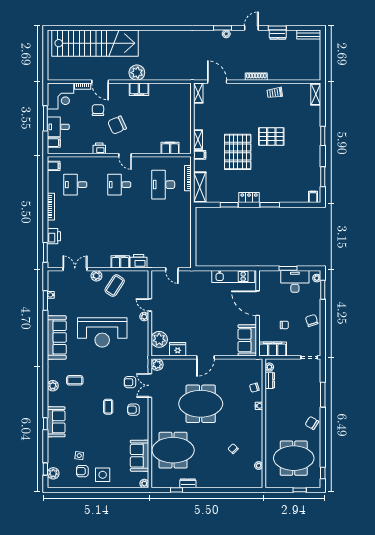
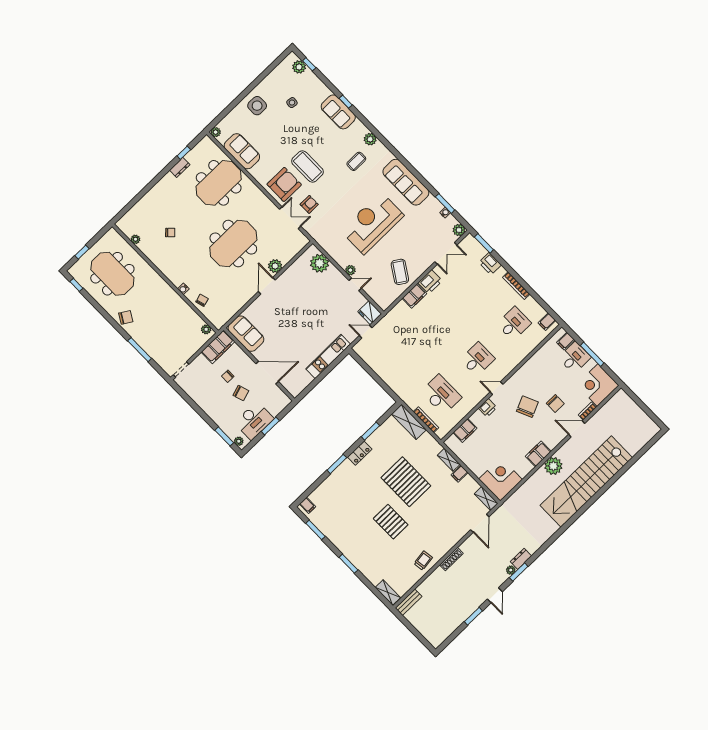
bench: (309, 34) -> (409, 602), moved
dresser: (278, 35) -> (521, 559), moved
stairs: (95, 43) -> (586, 481), moved
door: (217, 82) -> (480, 523), hinge flipped
corner desk: (178, 96) -> (501, 479), added
pallet: (271, 136) -> (391, 522), turned 90
printer: (99, 148) -> (488, 408), moved
filing cabinet: (200, 155) -> (459, 474), moved
printer: (139, 261) -> (430, 282), moved
plant: (96, 276) -> (459, 230), moved
kitchen unit: (233, 277) -> (328, 356), moved
chair: (312, 321) -> (241, 393), moved
fridge: (178, 349) -> (370, 313), moved, turned 90
plant: (157, 365) -> (275, 266), moved
dresser: (270, 380) -> (195, 319), removed
coffee table: (108, 407) -> (307, 167), width x1.86, depth x1.72
armchair: (133, 410) -> (284, 184), width x1.88, depth x1.88
meeting table: (294, 458) -> (112, 274), turned 90
armchair: (82, 471) -> (277, 92), removed

